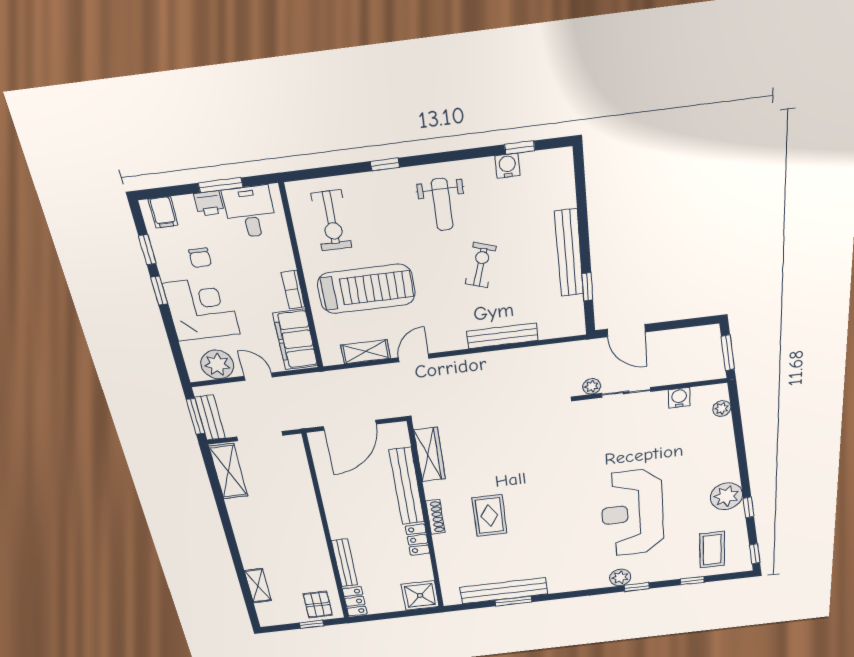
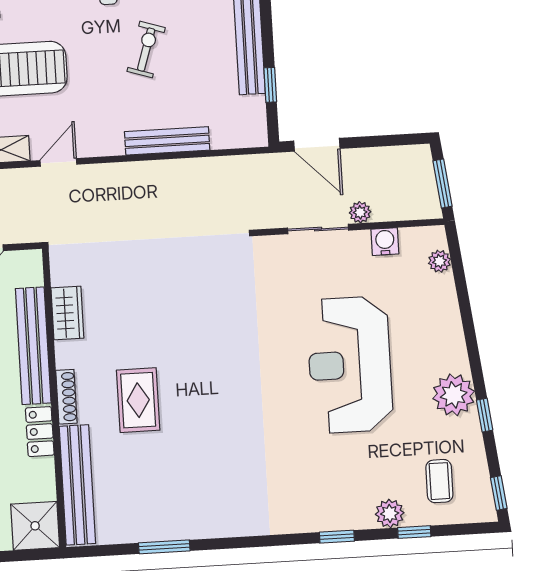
plant: (592, 386) -> (360, 212), moved
wardrobe: (430, 455) -> (67, 313), width x0.67
reception desk: (632, 513) -> (350, 365), moved
coffee table: (712, 550) -> (439, 481), width x0.73, depth x0.77
plant: (620, 577) -> (390, 513), moved
bench: (504, 591) -> (77, 485), moved, turned 90

